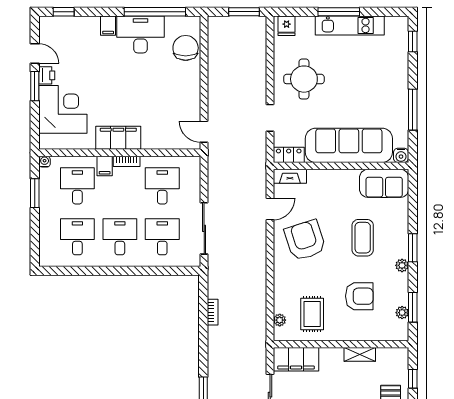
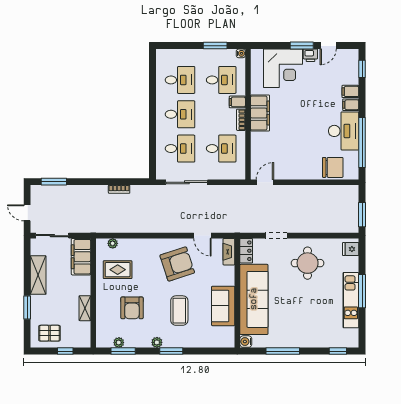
filing cabinet: (92, 26) -> (350, 91), added
sofa: (384, 183) -> (223, 306), moved
coffee table: (363, 238) -> (179, 311), turned 90

